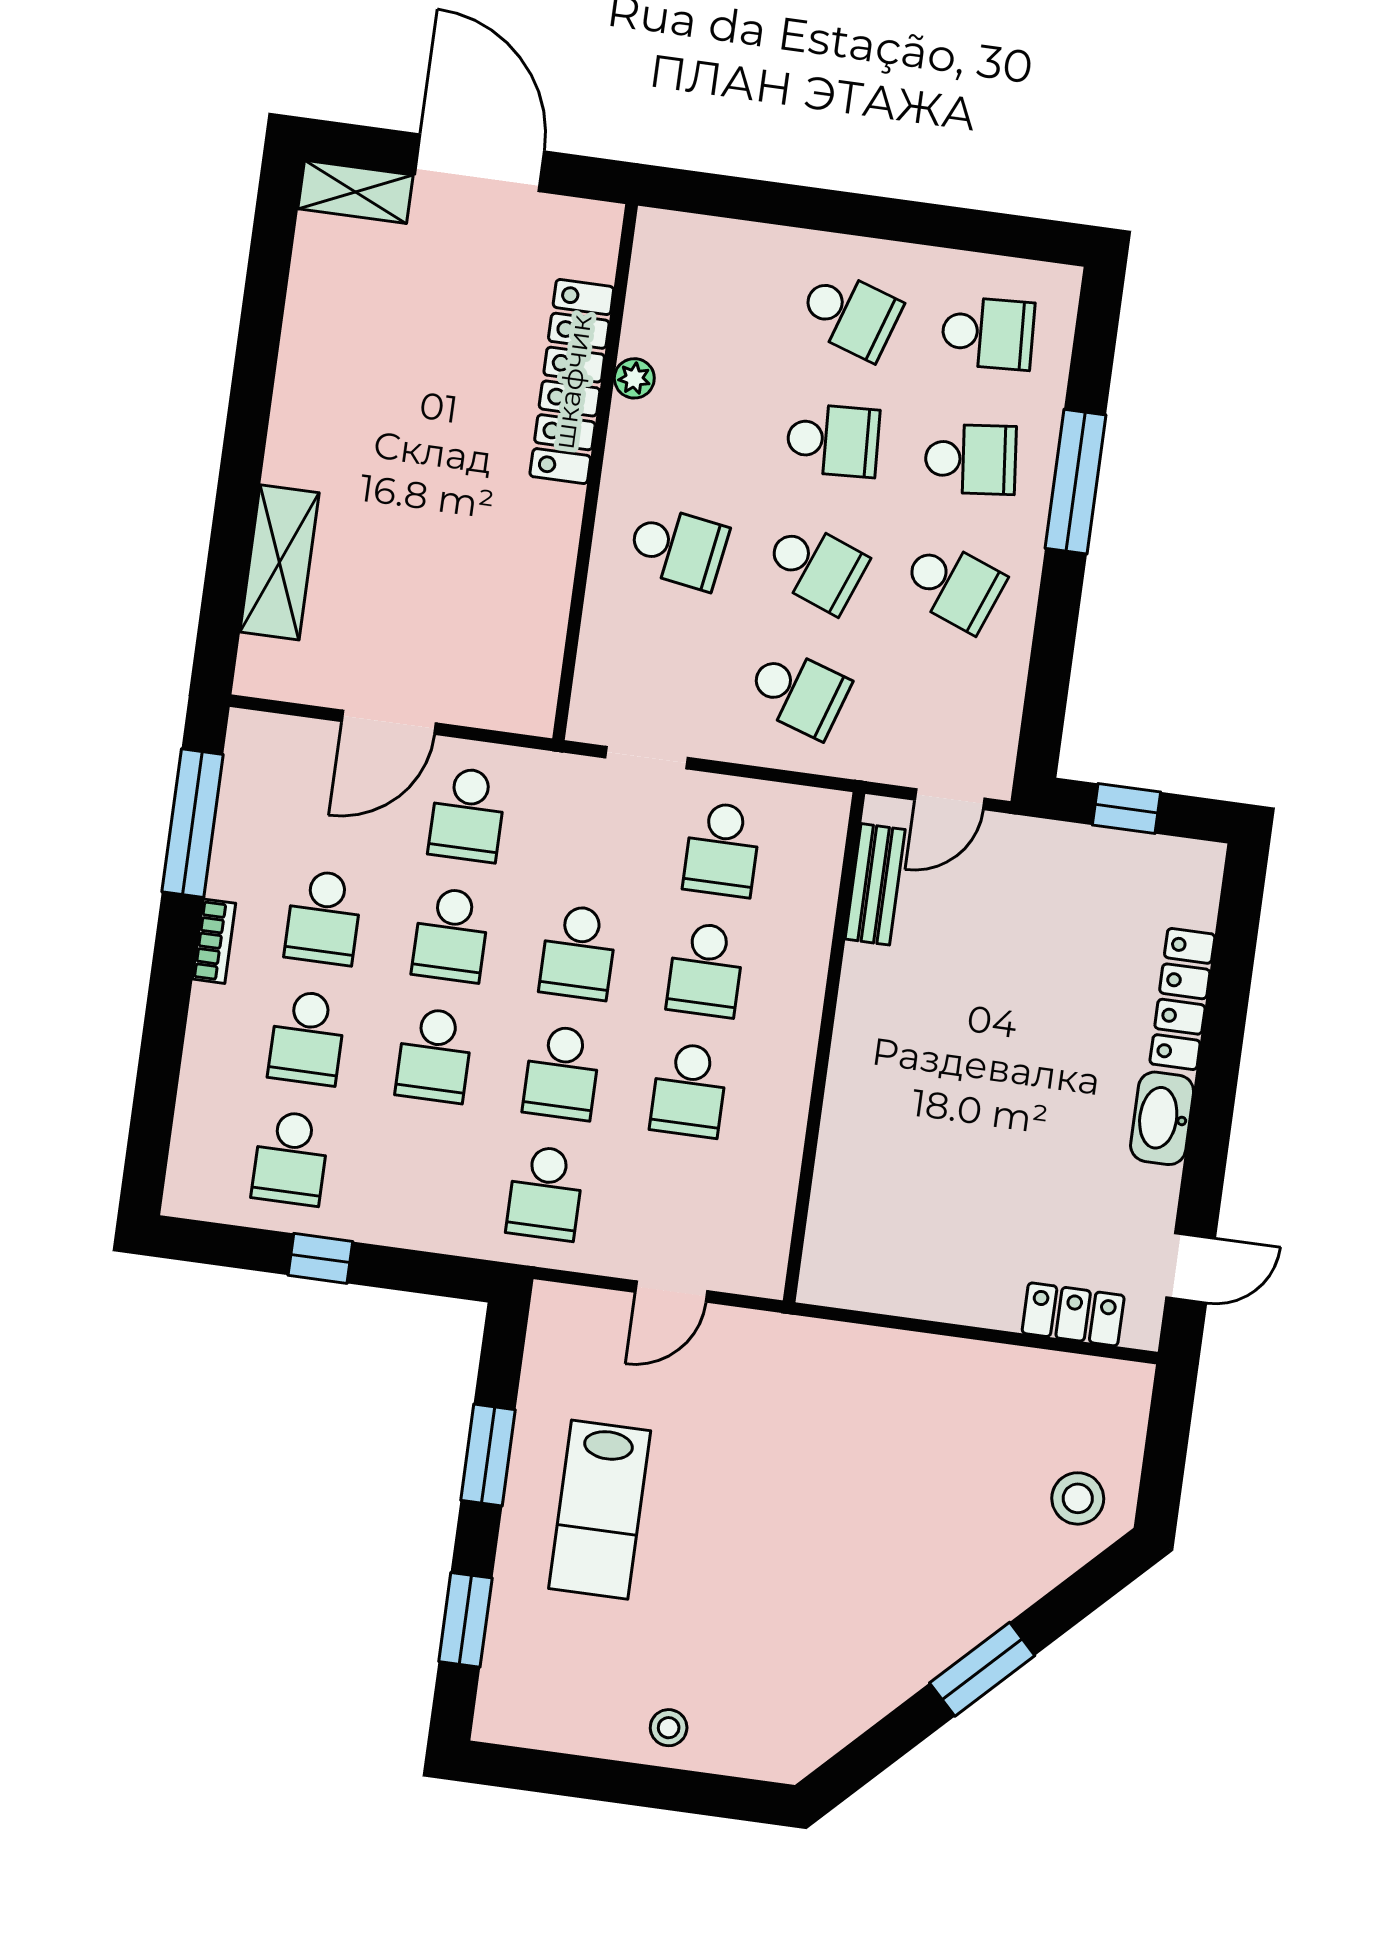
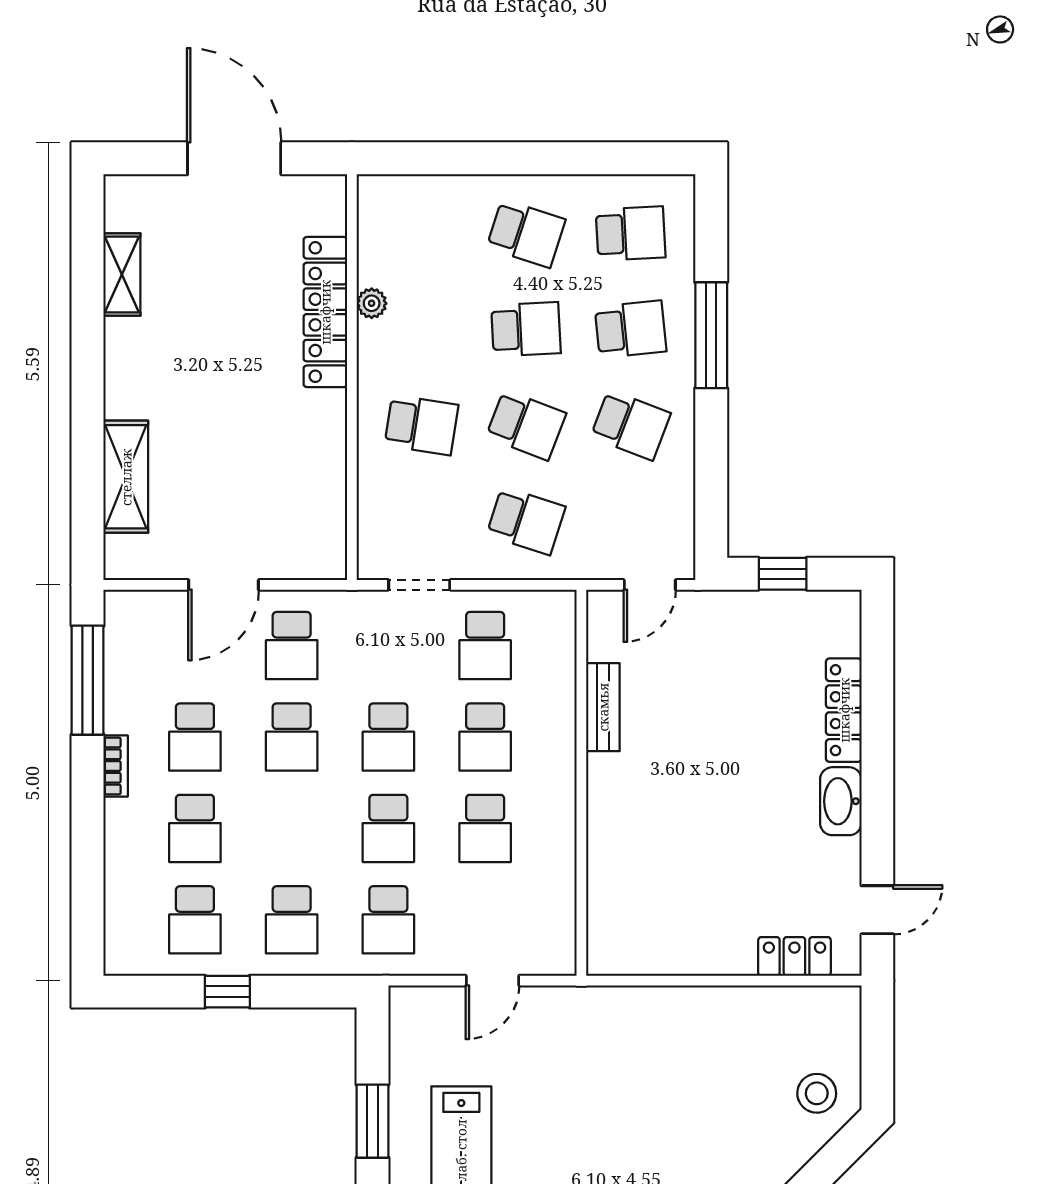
shelving: (355, 192) -> (122, 274), moved, turned 90
bench: (875, 884) -> (603, 707), moved
school desk: (434, 1055) -> (292, 920), moved

